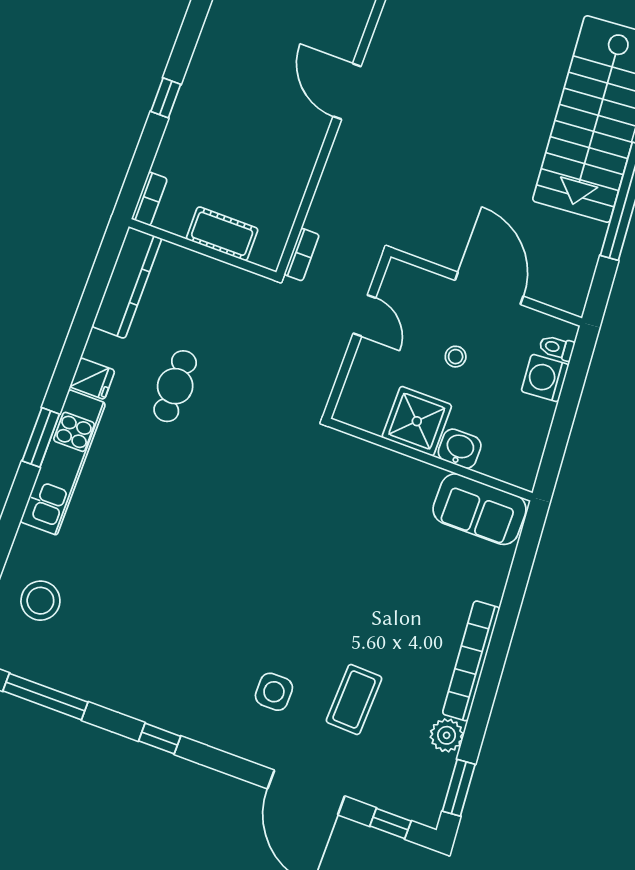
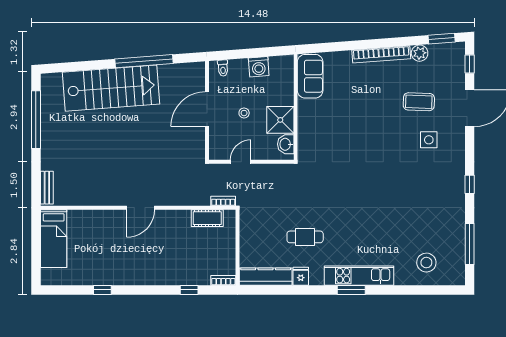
window: (166, 98) -> (189, 290), moved
cot: (222, 234) -> (207, 218), moved, turned 90
washing machine: (545, 378) -> (259, 67), moved
fridge: (92, 379) -> (301, 276), moved
washbasin: (460, 449) -> (286, 144), moved

